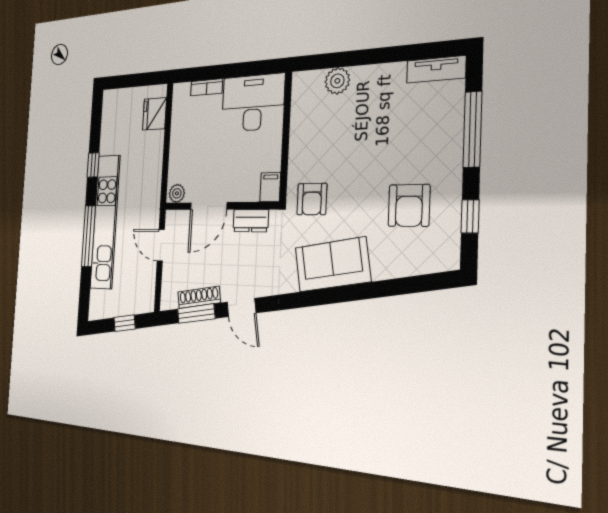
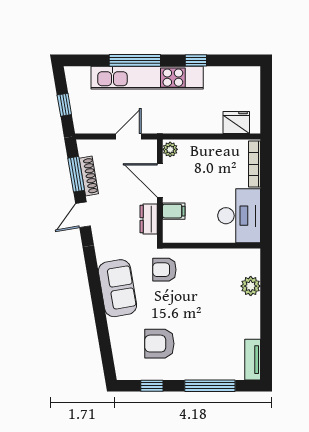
bookcase: (207, 87) -> (255, 164), width x1.56
filing cabinet: (270, 187) -> (174, 211), moved

